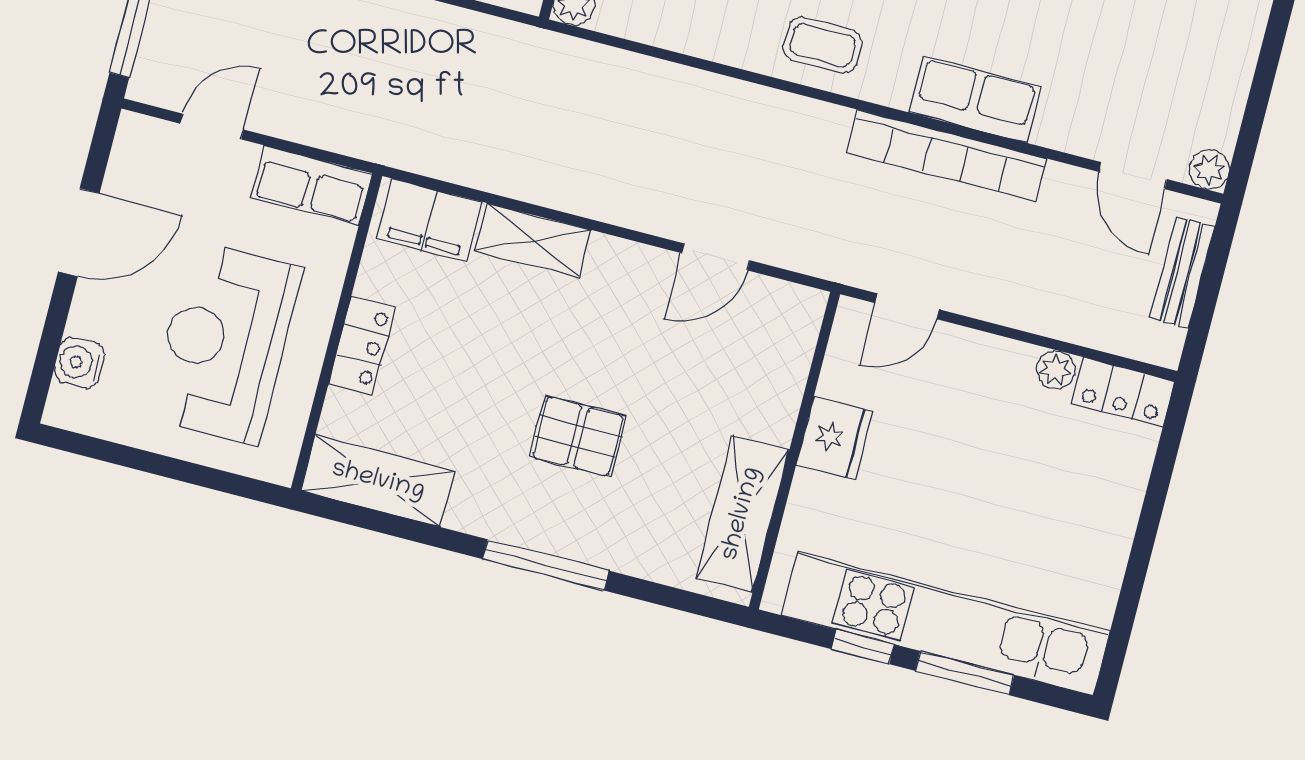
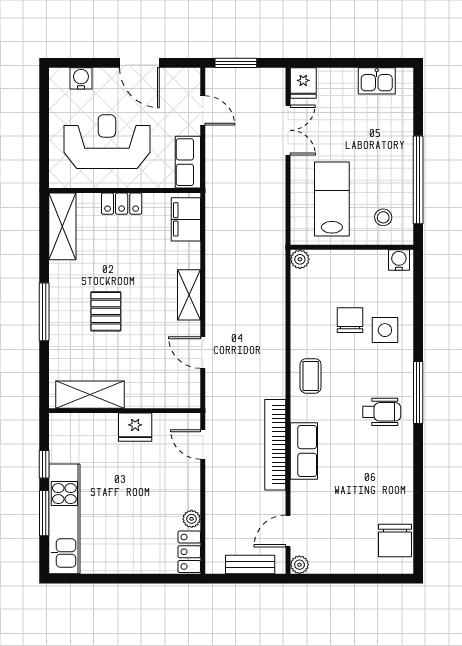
shelving: (533, 240) -> (189, 295), moved
kitchen unit: (946, 623) -> (64, 519), width x0.73

